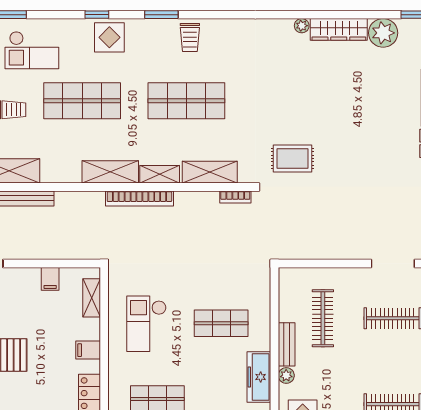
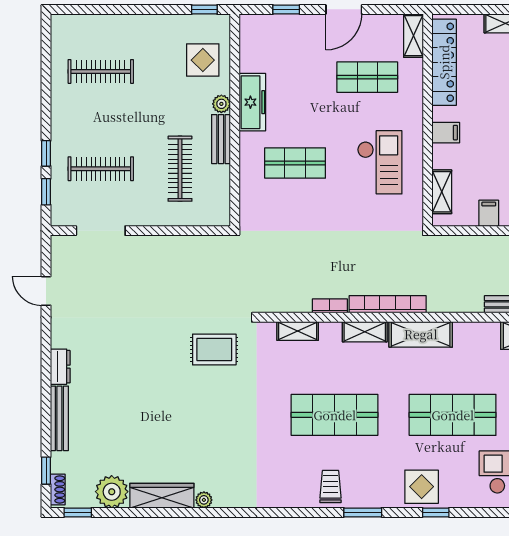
shelving: (210, 172) -> (298, 331), width x0.67, depth x0.75
bookcase: (235, 197) -> (330, 306), moved

